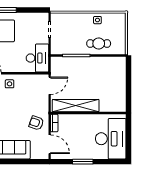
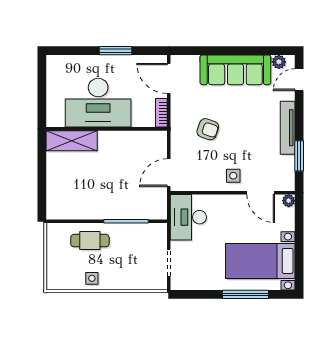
shelving: (76, 106) -> (72, 141), moved, width x0.68
armchair: (36, 123) -> (208, 129), moved
desk: (111, 139) -> (98, 103), moved, turned -90

